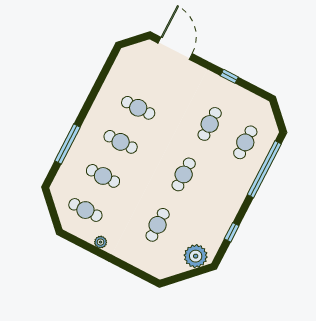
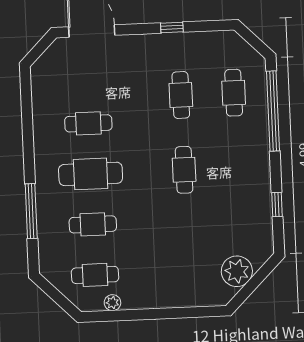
cafe table: (121, 142) -> (91, 174), width x1.37, depth x1.35
cafe table: (158, 225) -> (187, 245), removed
plant: (101, 242) -> (112, 303), moved
plant: (196, 256) -> (237, 271), moved

